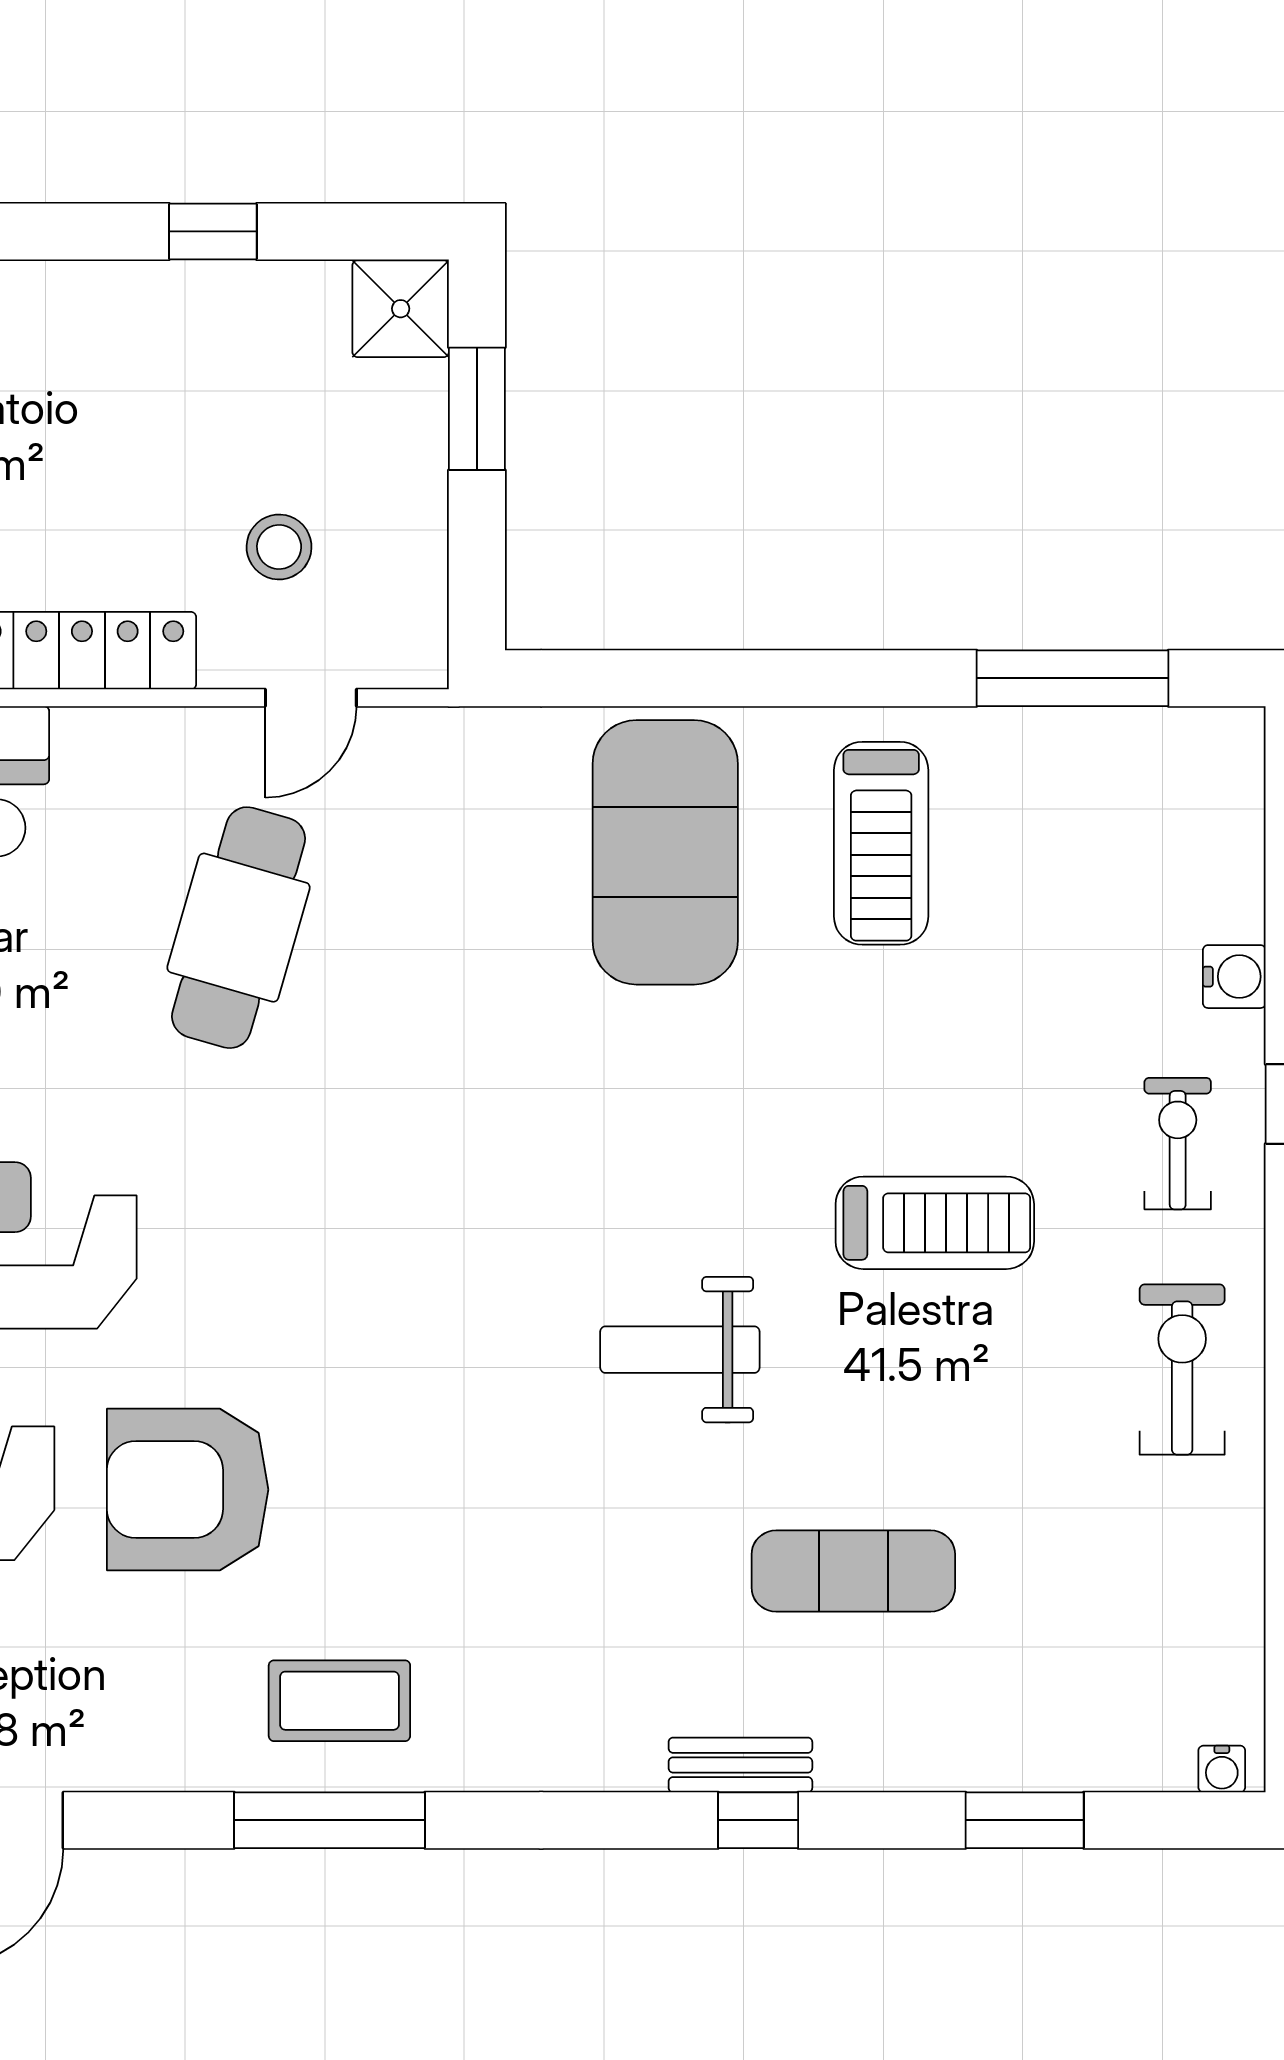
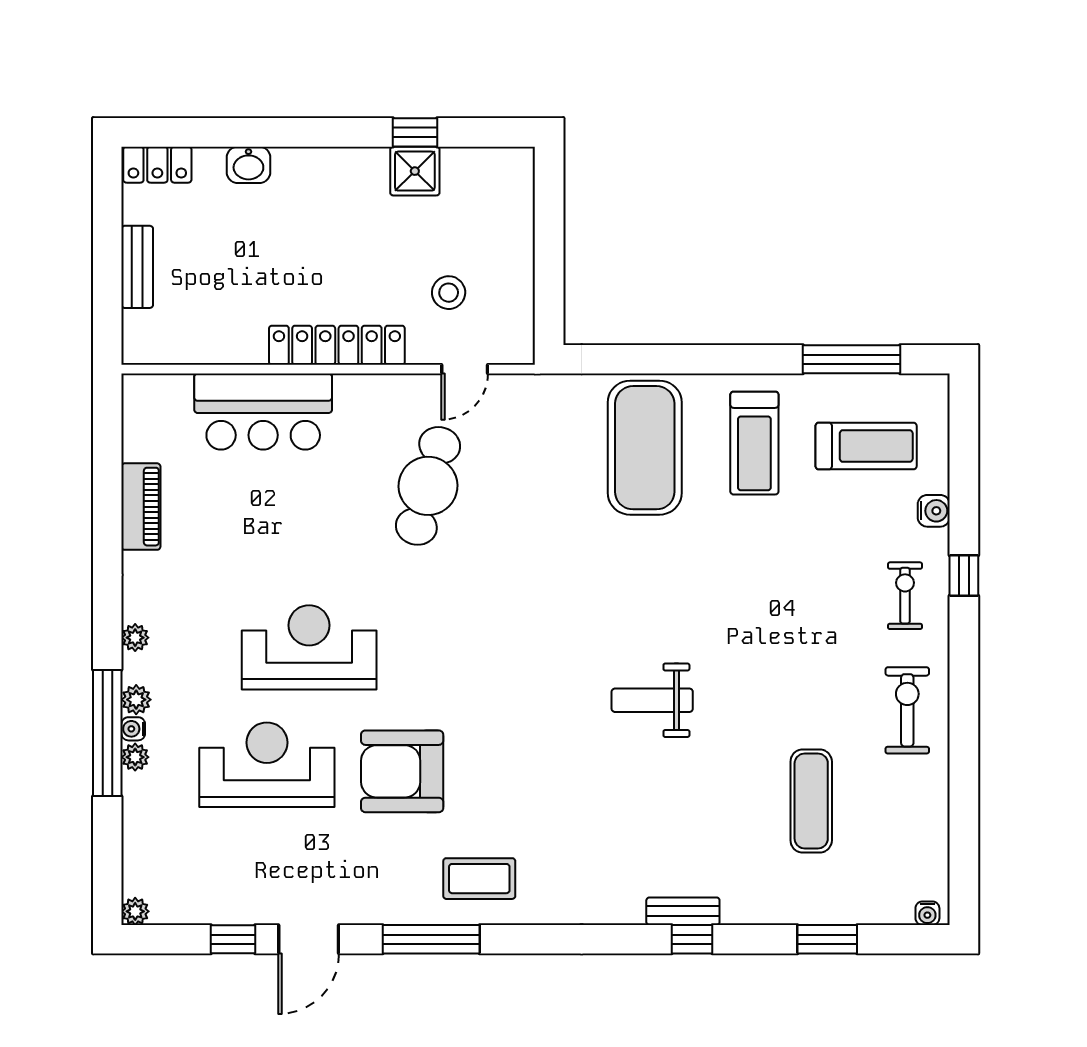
shower: (401, 309) -> (415, 171), moved
window: (477, 409) -> (549, 222), removed
treadmill: (935, 1223) -> (866, 446), moved
exercise mat: (853, 1571) -> (811, 801), moved, turned 90
window: (329, 1820) -> (431, 939), moved

